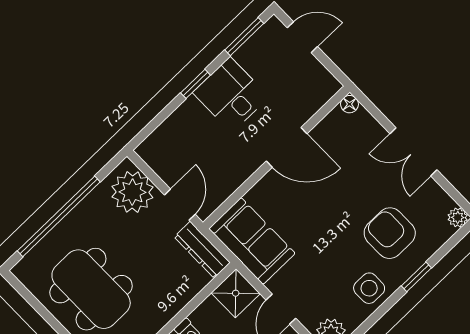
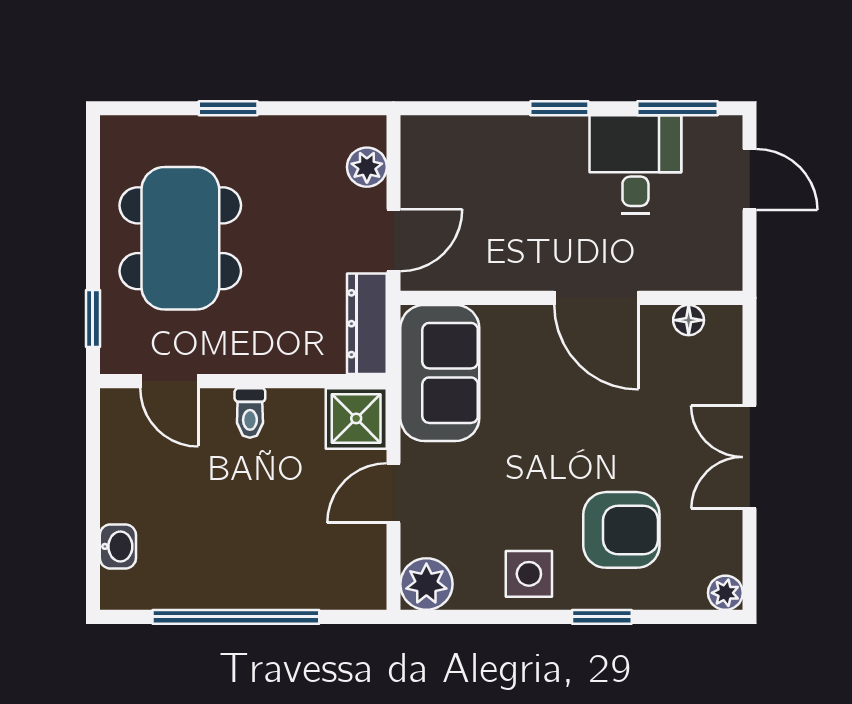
desk: (231, 95) -> (635, 165), moved
floor lamp: (349, 104) -> (689, 320), moved
plant: (132, 192) -> (367, 167), width x0.53, depth x0.53
window: (59, 216) -> (228, 108), width x0.32
armchair: (390, 233) -> (621, 530), turned 90

